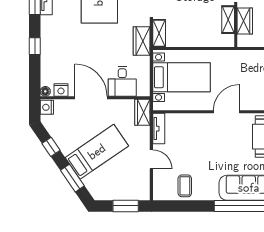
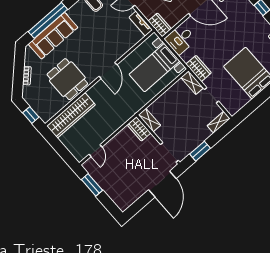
shelving: (228, 20) -> (150, 120), moved
wardrobe: (245, 21) -> (139, 129), moved
desk: (122, 81) -> (180, 39), moved, turned -90

